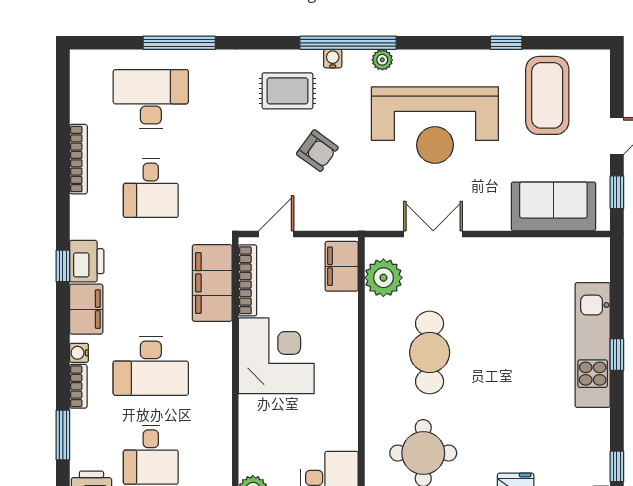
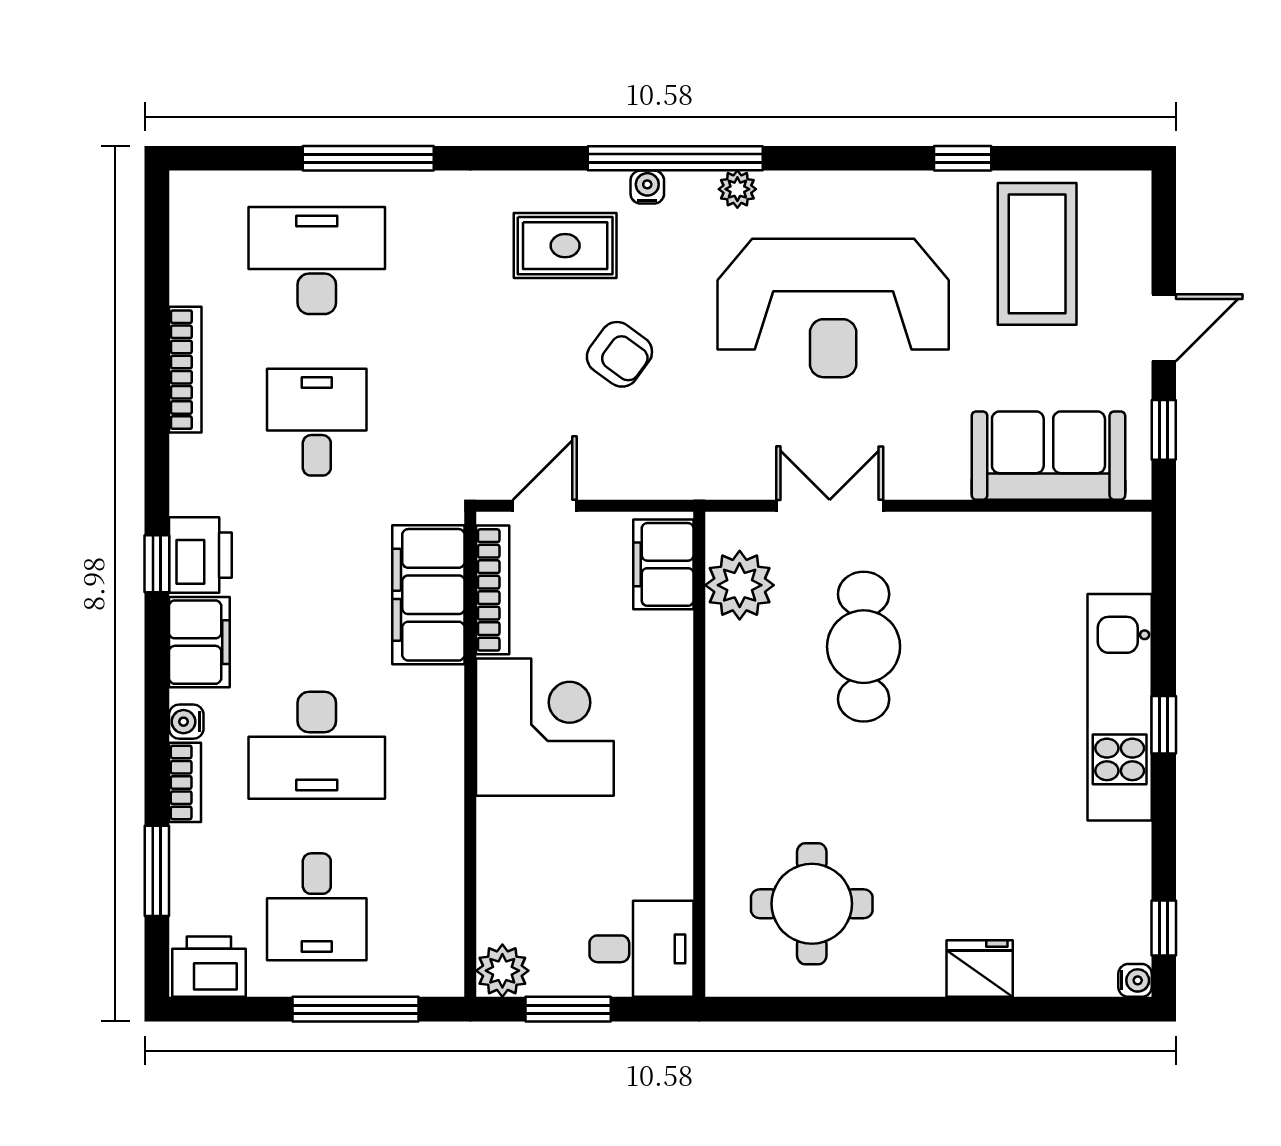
desk: (151, 188) -> (317, 422), turned 180
cafe table: (430, 353) -> (864, 647), moved

